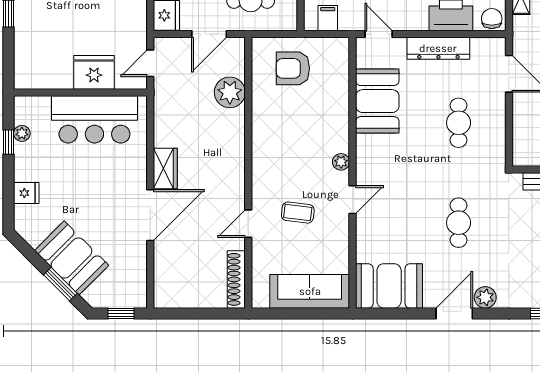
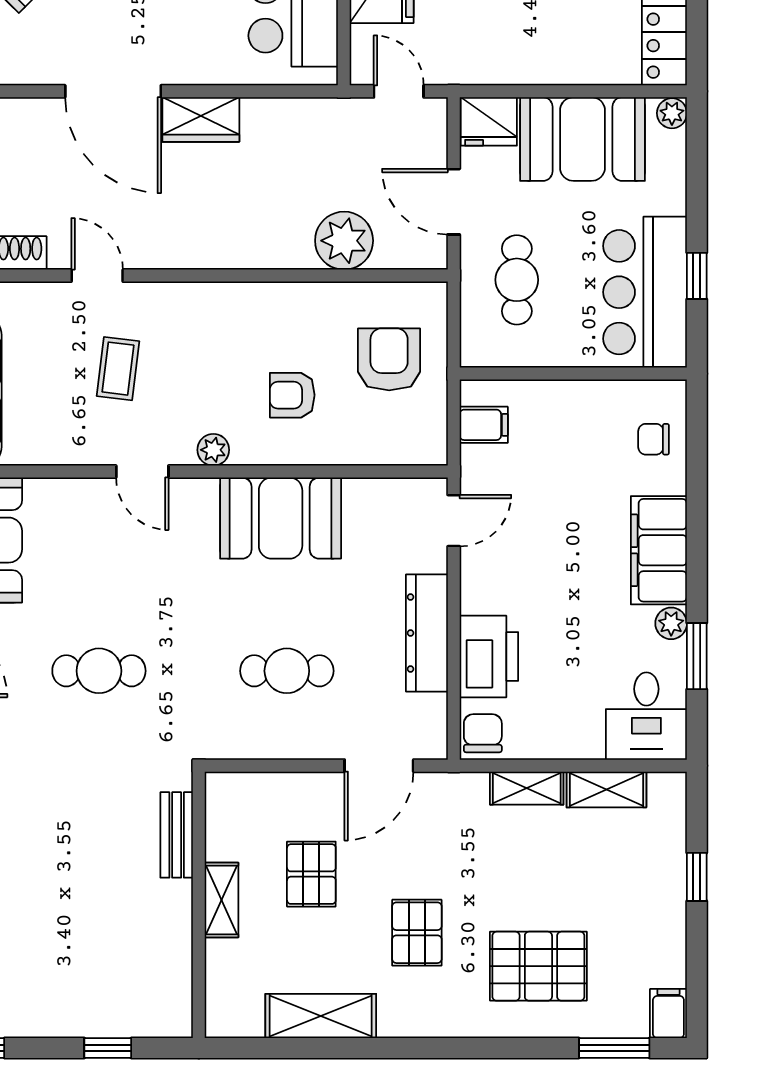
chair: (492, 19) -> (483, 733), turned -90
booth: (377, 101) -> (281, 518), moved
armchair: (312, 120) -> (292, 395), added

